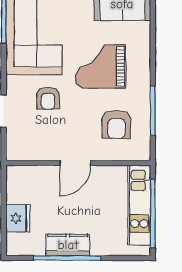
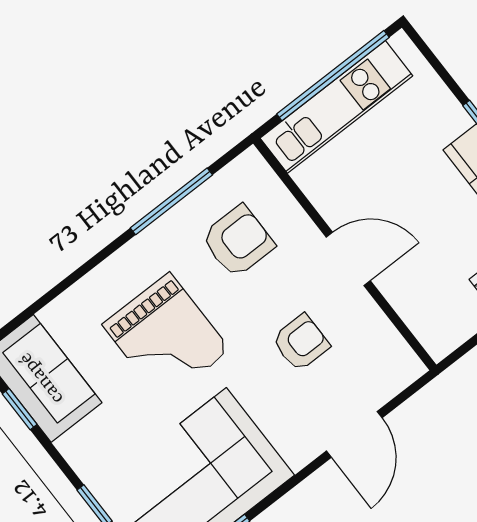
armchair: (48, 98) -> (301, 342), moved

